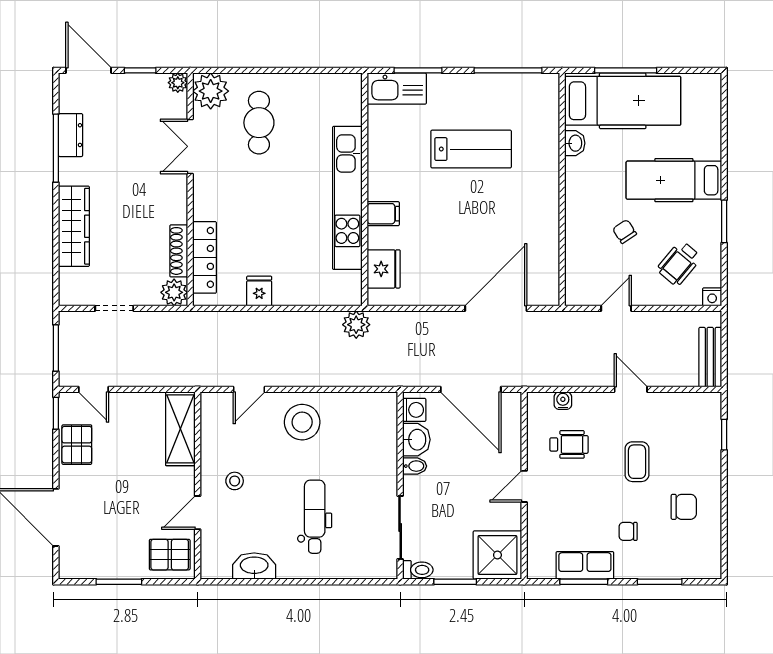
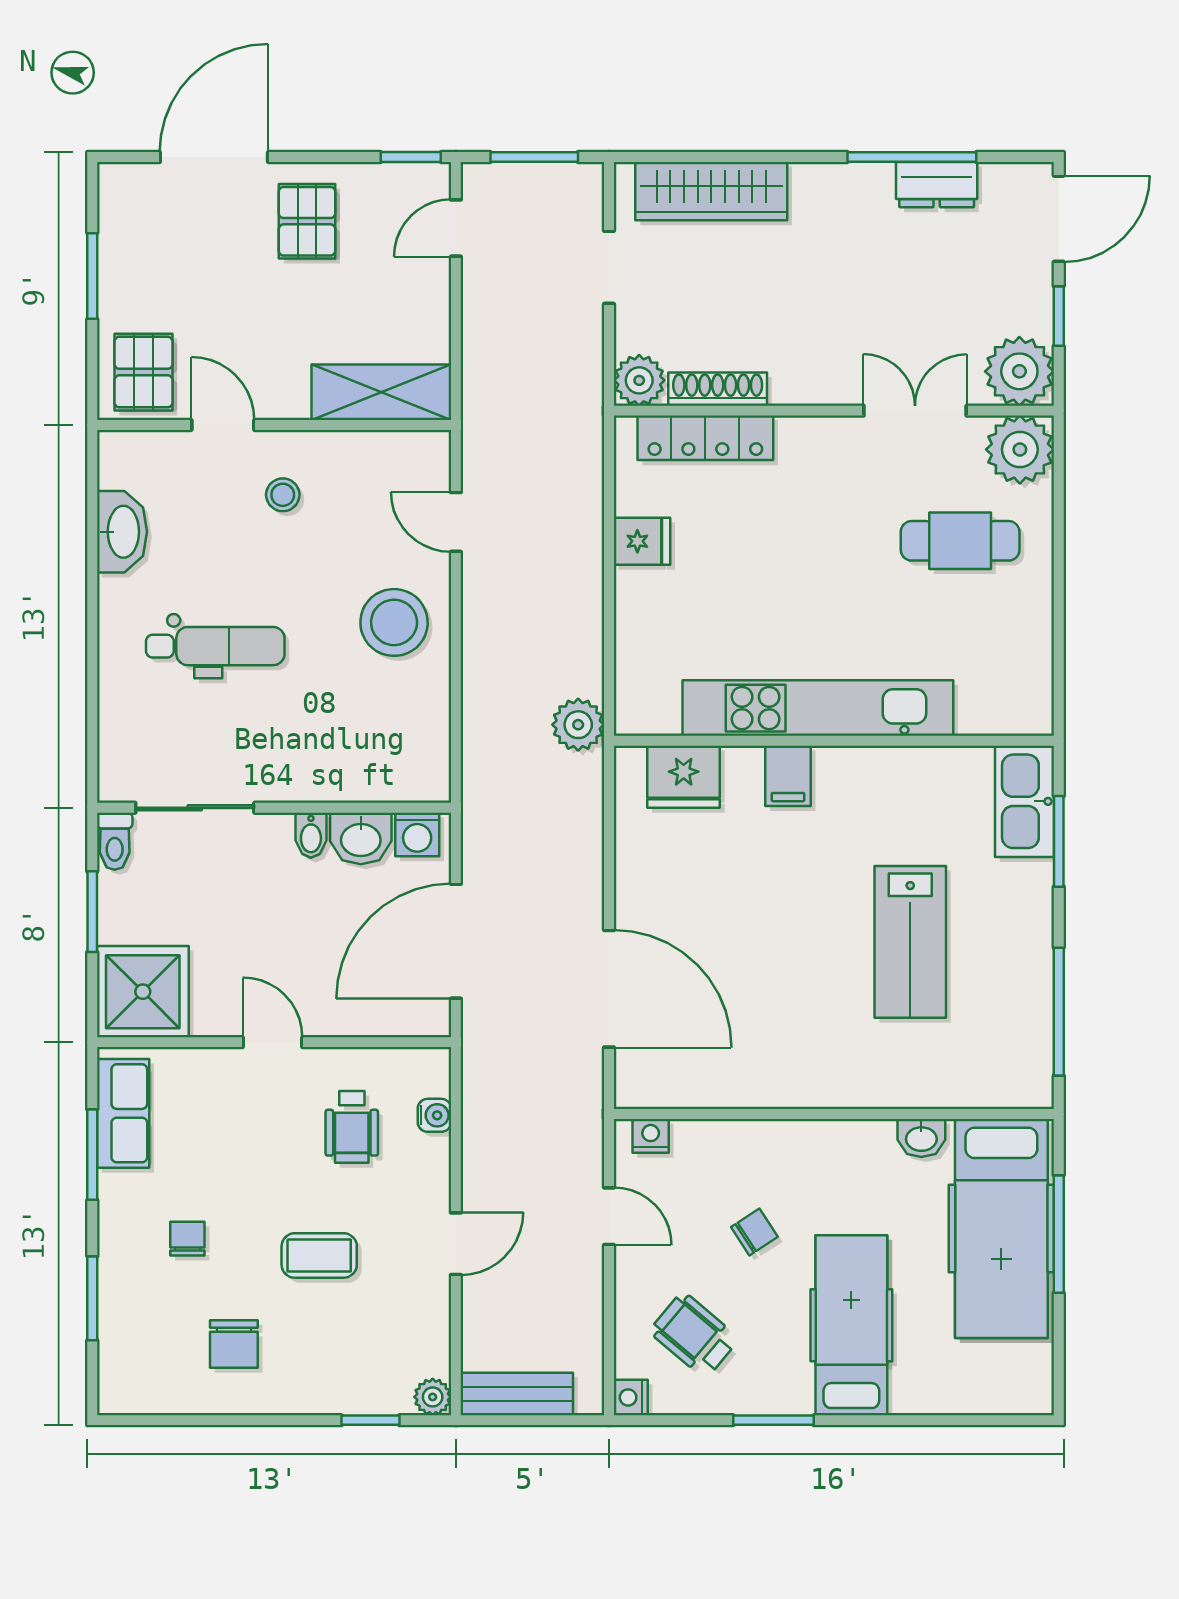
plant: (178, 83) -> (1019, 371), width x1.88, depth x1.88
wardrobe: (74, 226) -> (711, 191), moved
nightstand: (574, 286) -> (651, 1136), added
plant: (712, 402) -> (433, 1397), added
pallet: (77, 445) -> (307, 221), moved, turned 90
row of seats: (585, 565) -> (123, 1113), moved

